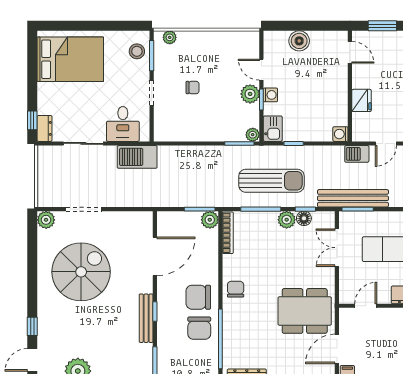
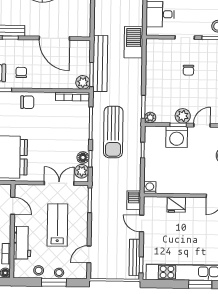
washing machine: (270, 95) -> (177, 137), width x1.89, depth x1.89
kitchen sink: (273, 129) -> (155, 134), removed
barbecue: (137, 157) -> (134, 42), moved
bench: (353, 198) -> (100, 63), moved
plant: (287, 220) -> (82, 171), moved
chair: (198, 297) -> (21, 72), width x0.54, depth x0.54

